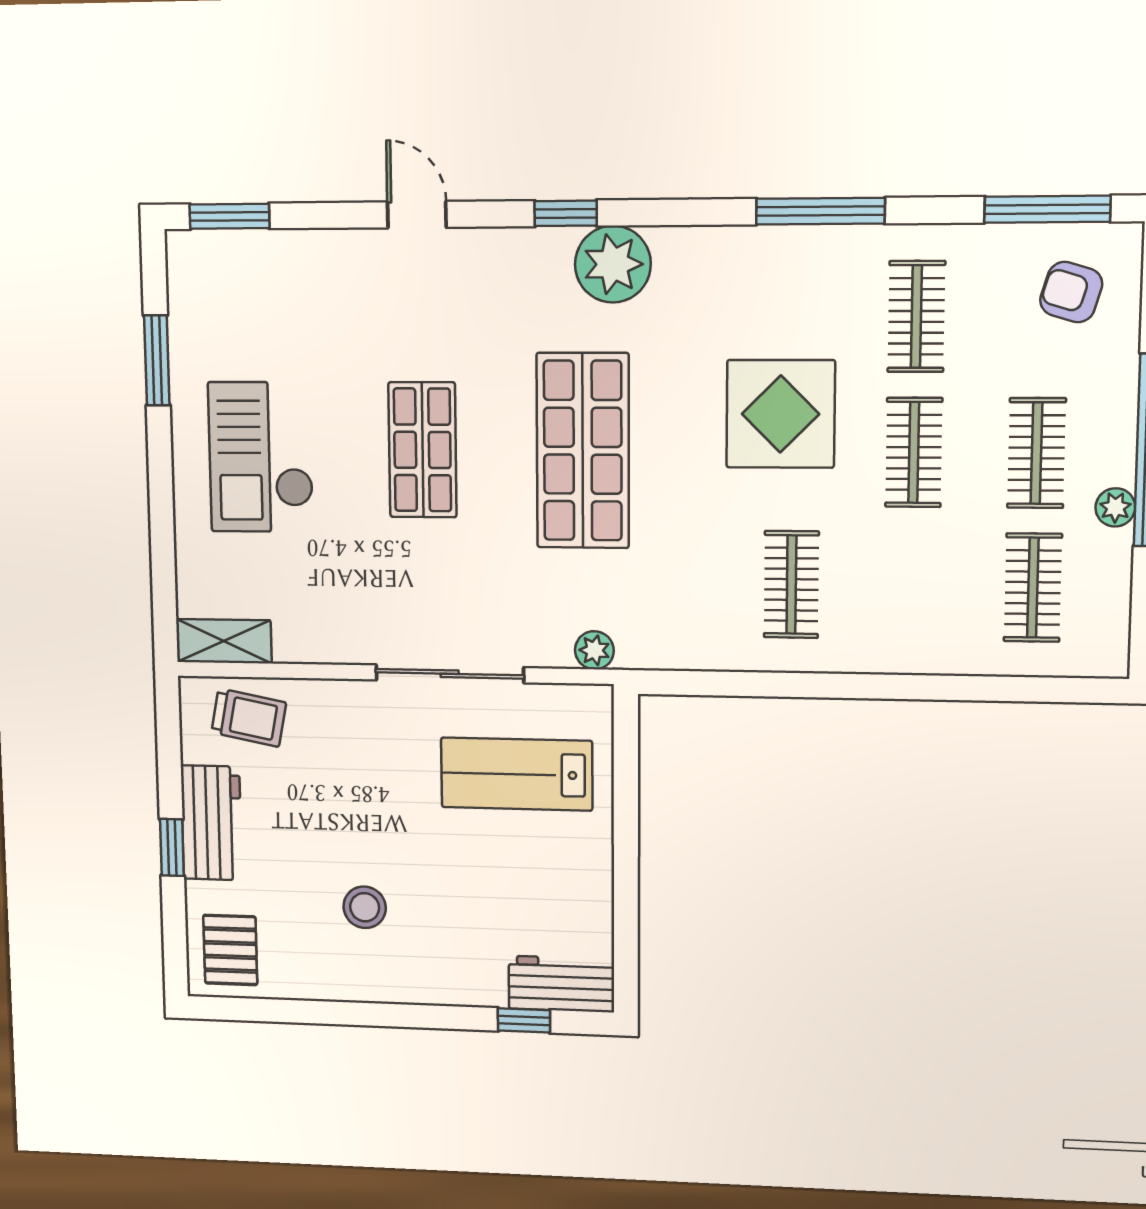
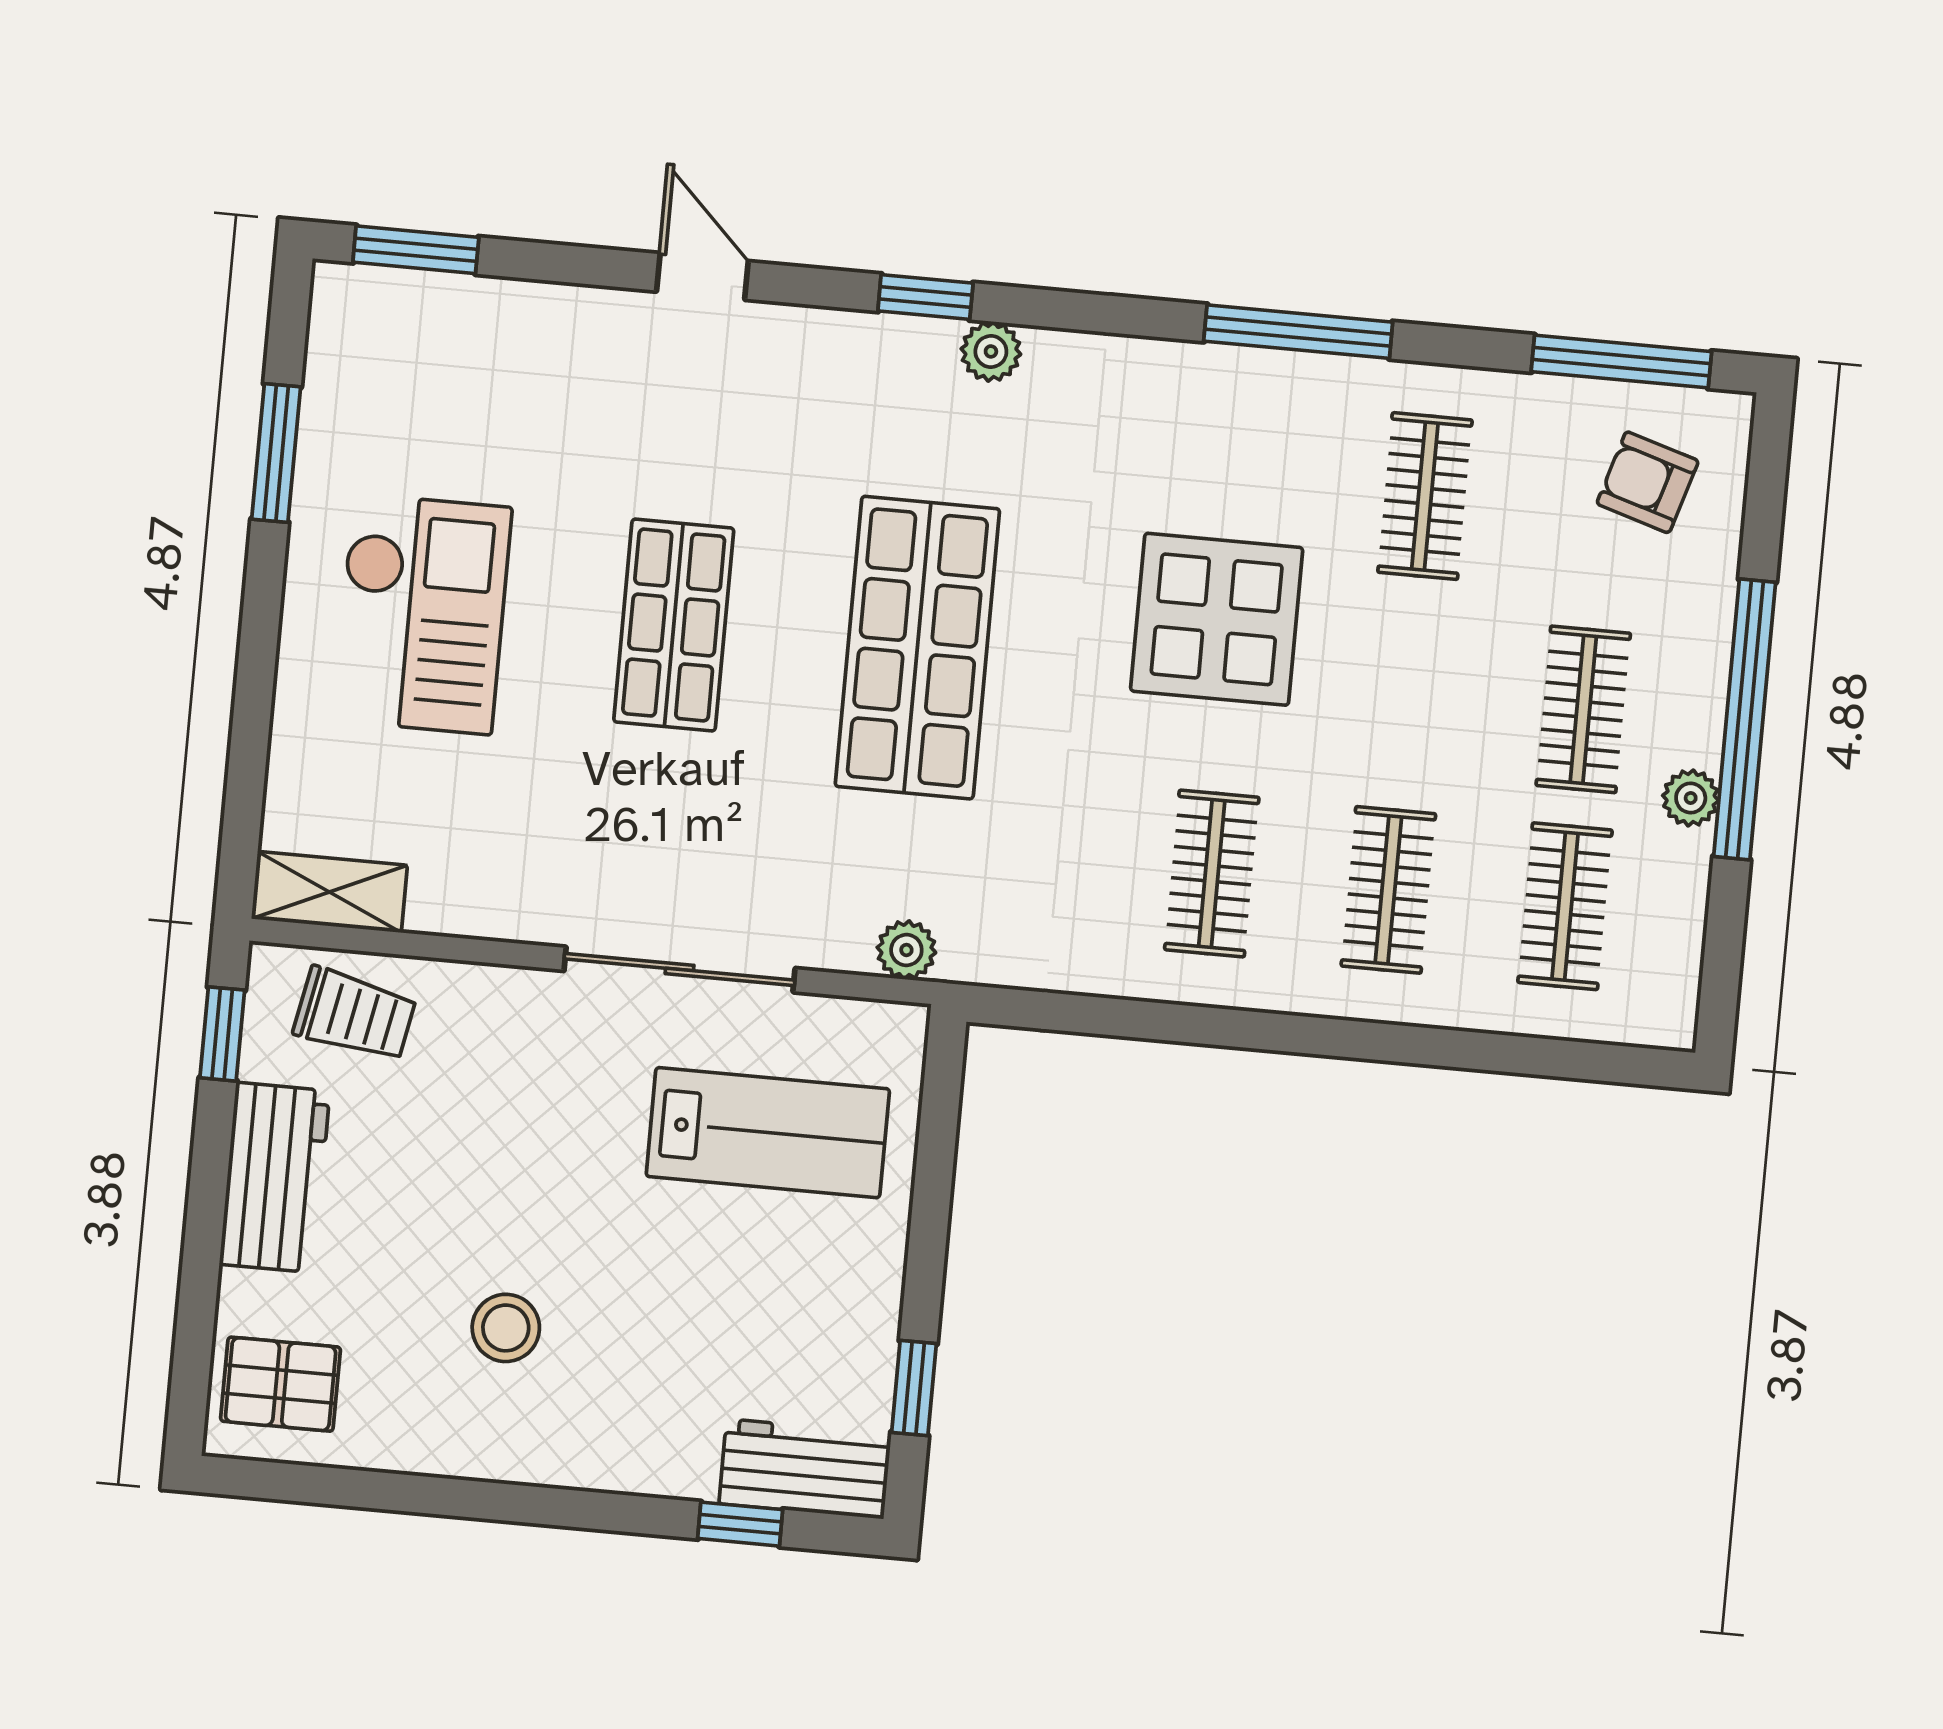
plant: (613, 264) -> (991, 351), width x0.53, depth x0.53
clothes rail: (914, 452) -> (1388, 890), moved
checkout: (261, 457) -> (422, 614), turned 180
lab bench: (517, 774) -> (768, 1133), turned 180
window: (172, 847) -> (222, 1034), moved
window: (626, 930) -> (914, 1388), added
pallet: (230, 950) -> (281, 1384), turned 90

